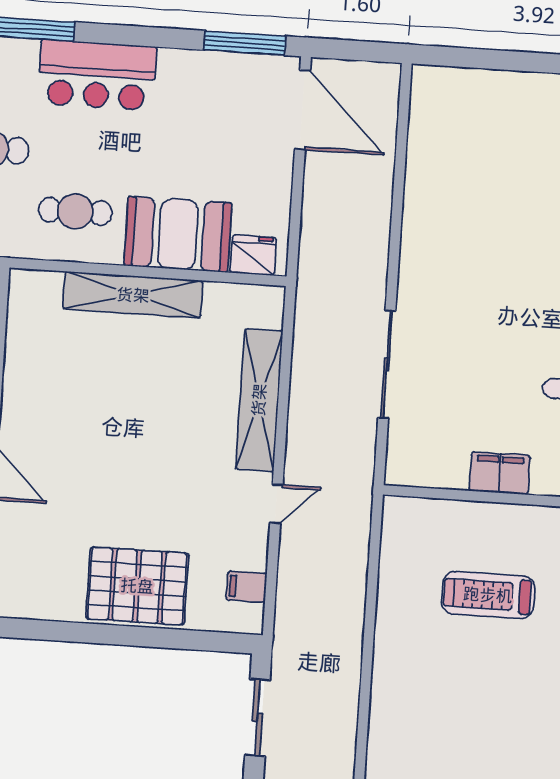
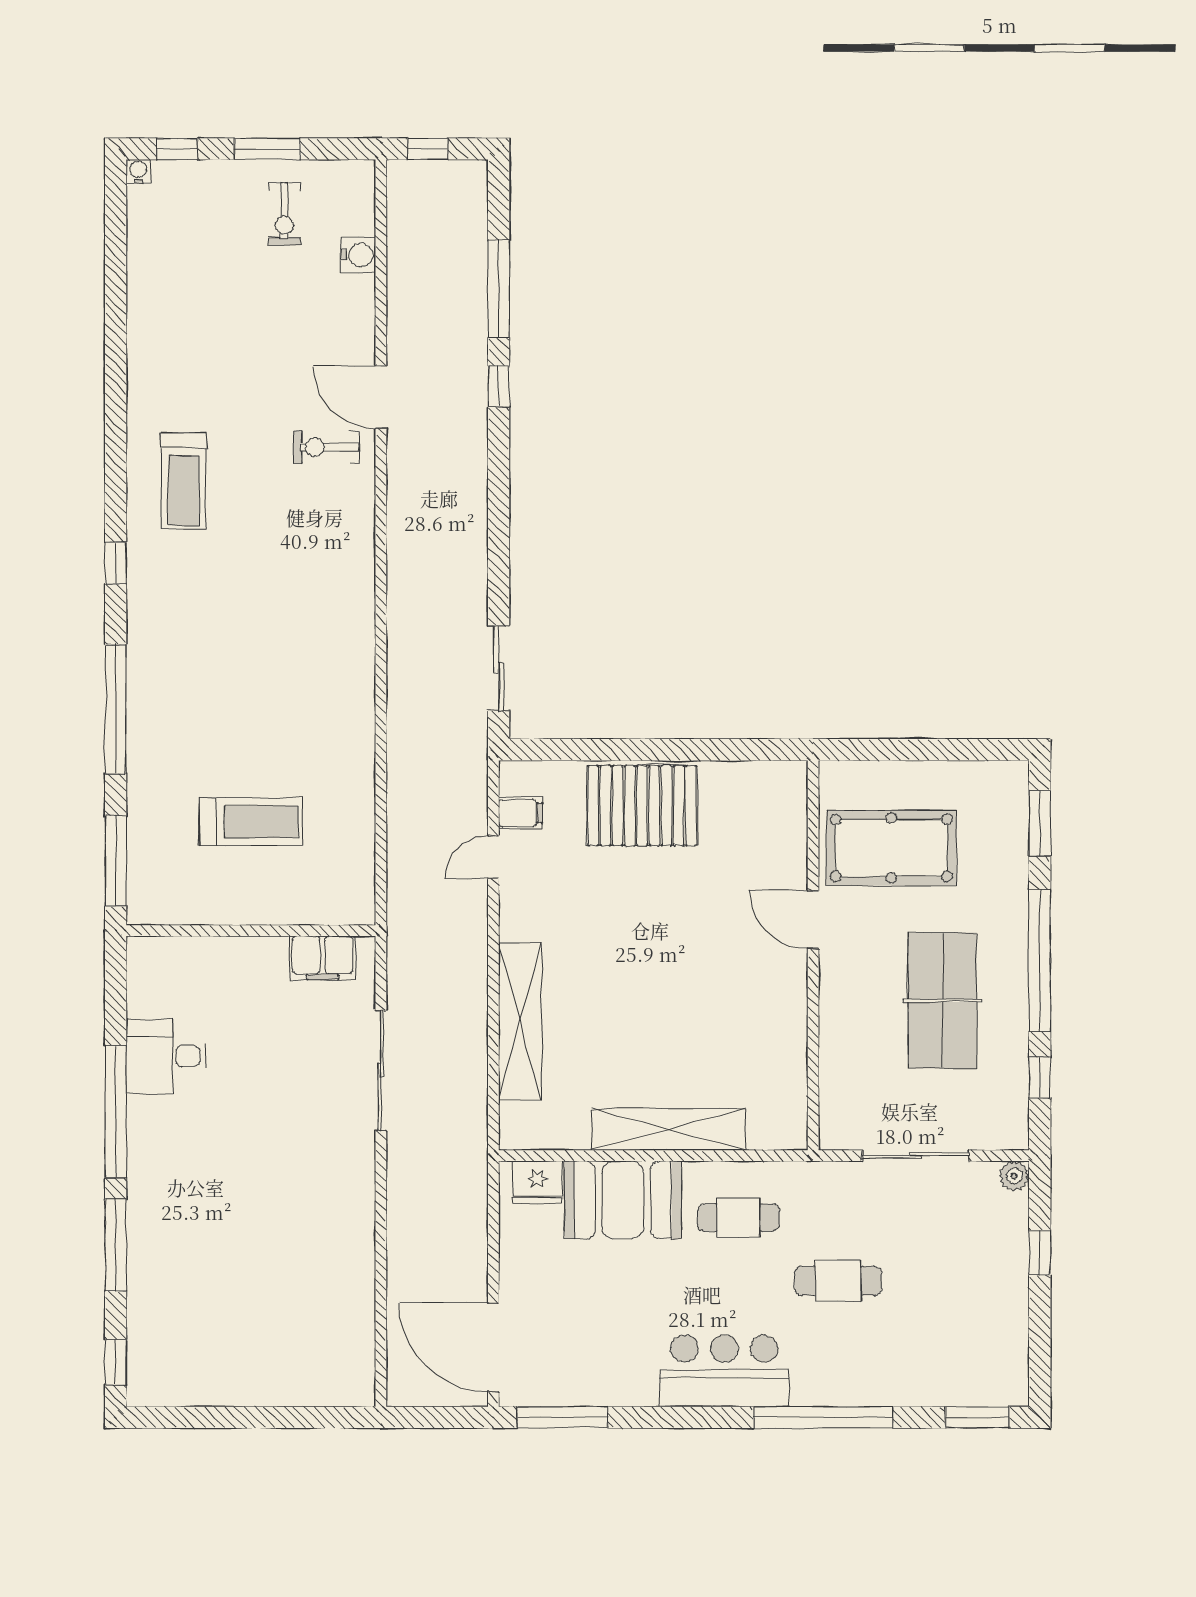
filing cabinet: (500, 473) -> (323, 958), moved
door: (276, 504) -> (493, 857), moved

